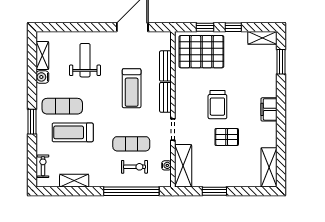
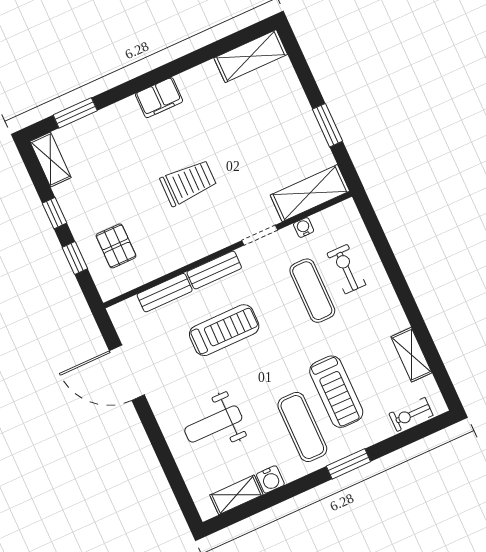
pallet: (201, 52) -> (116, 246), width x0.49, depth x0.50
pallet: (227, 137) -> (233, 145), removed
water cooler: (167, 165) -> (304, 227), moved
window: (131, 191) -> (387, 257), removed

